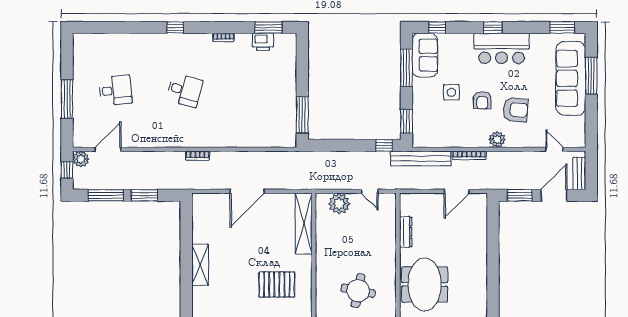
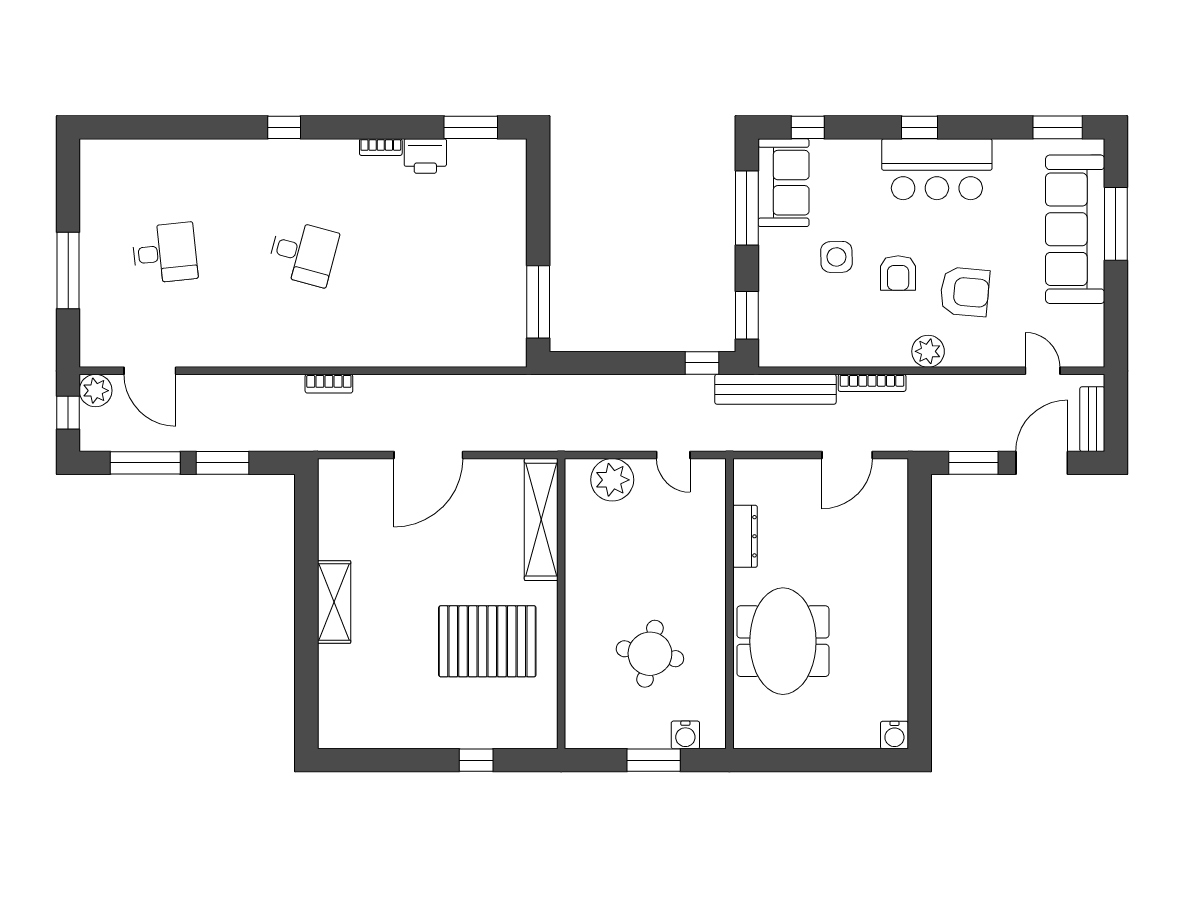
printer: (263, 42) -> (425, 156), moved
door: (108, 149) -> (150, 371), swing flipped
pallet: (277, 284) -> (487, 641), width x1.37, depth x1.41

